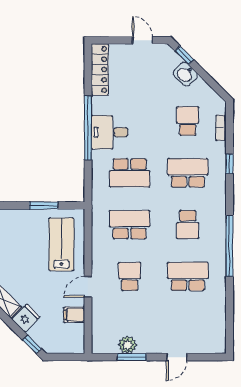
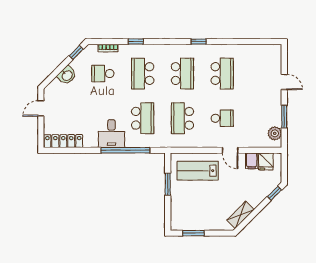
window: (184, 55) -> (76, 52), moved
window: (88, 128) -> (125, 150), moved
school desk: (188, 225) -> (182, 74), width x1.85
window: (229, 246) -> (199, 42), width x0.32
school desk: (130, 276) -> (222, 118), turned 180
school desk: (188, 276) -> (222, 74), turned 180
fridge: (26, 318) -> (266, 161), moved, turned -135
plant: (127, 345) -> (275, 133), moved

